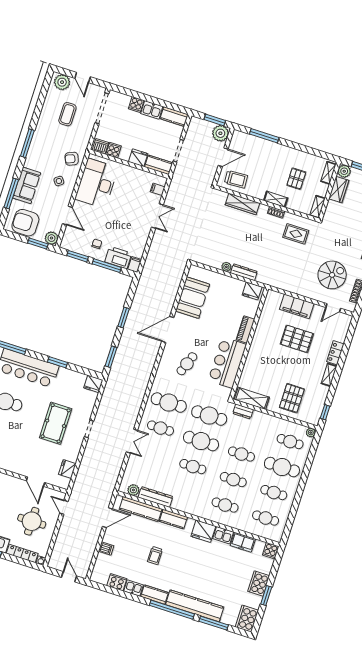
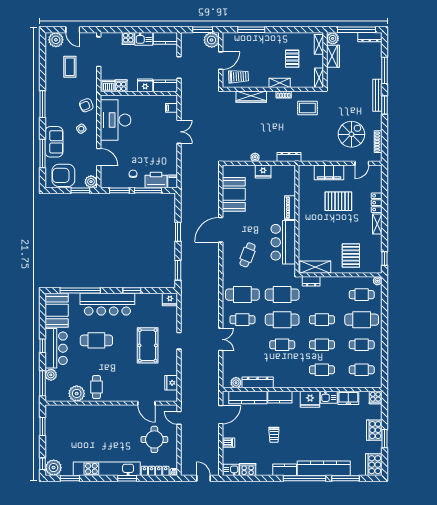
dresser: (244, 272) -> (289, 157), moved
fridge: (252, 291) -> (263, 171), moved
kitchen sink: (134, 588) -> (231, 470), moved

